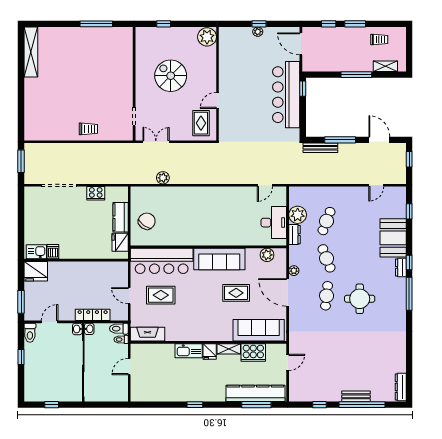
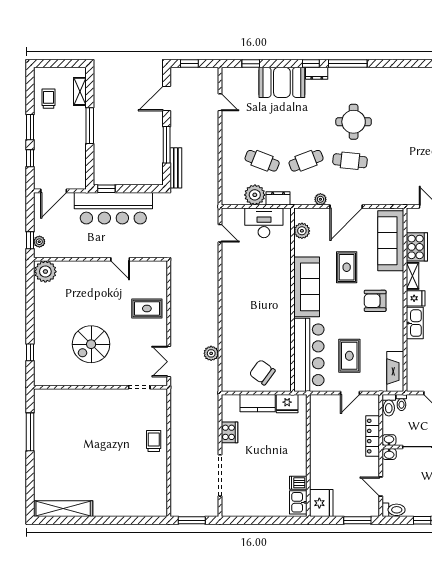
plant: (207, 37) -> (45, 272), moved
wall: (217, 84) -> (100, 259), moved
door: (217, 100) -> (120, 259), moved
armchair: (208, 317) -> (375, 301), added

